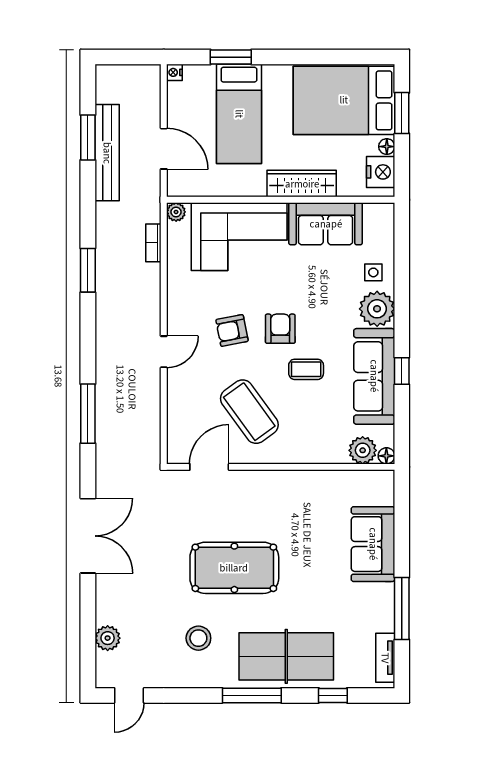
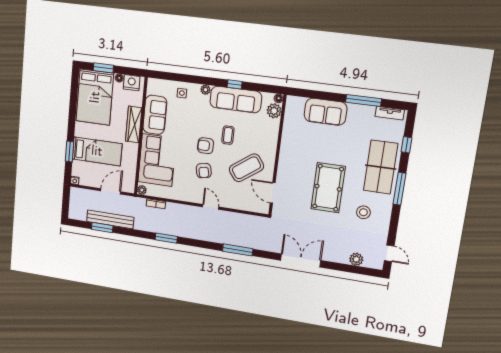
plant: (377, 309) -> (206, 90), width x0.53, depth x0.53

